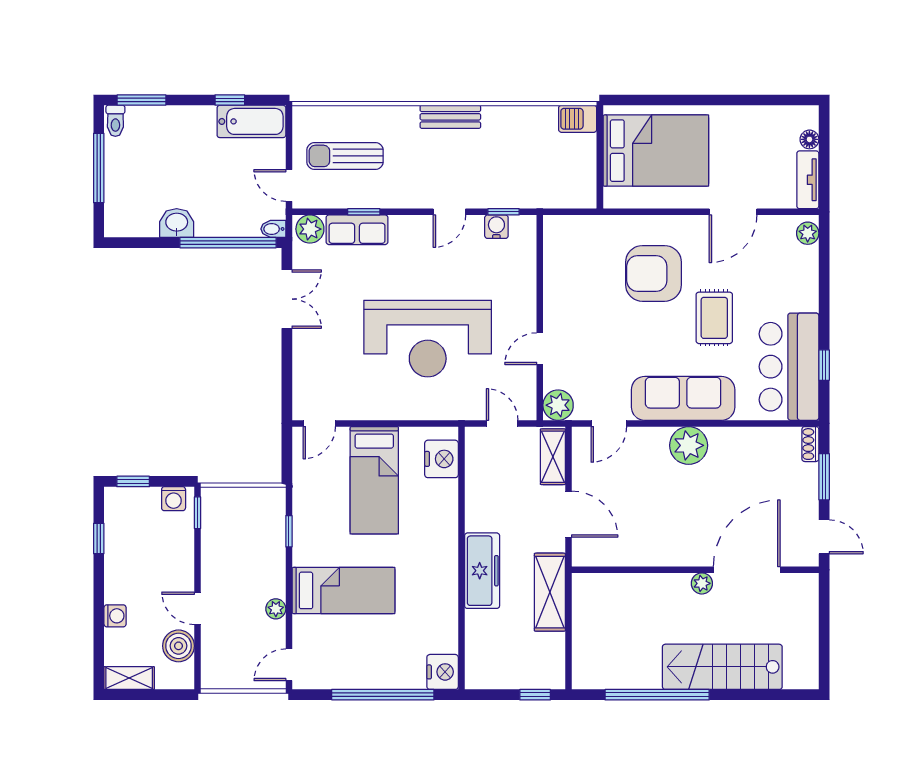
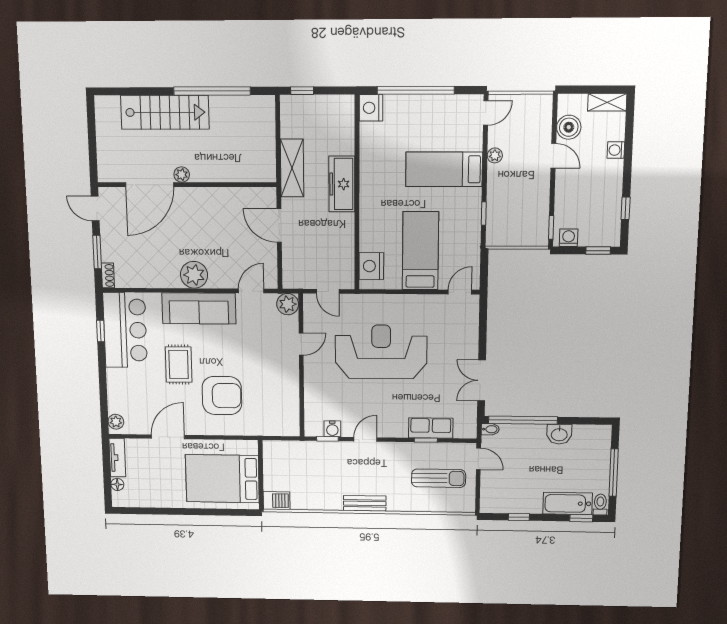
window: (141, 100) -> (581, 518), width x0.67
bathtub: (251, 121) -> (568, 503), moved
plant: (310, 229) -> (464, 429), removed
shelving: (553, 457) -> (291, 267), removed

